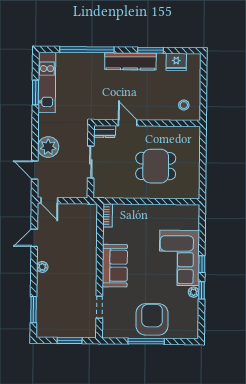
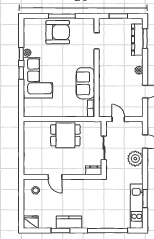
kitchen counter: (130, 61) -> (69, 222), width x0.67
fridge: (176, 62) -> (31, 222), moved
door: (128, 123) -> (55, 177), moved
dining table: (156, 166) -> (65, 135), moved
door: (49, 200) -> (118, 119), moved
sofa: (115, 266) -> (85, 83), moved
dresser: (44, 308) -> (137, 40), added
armchair: (152, 319) -> (58, 32), turned -90

